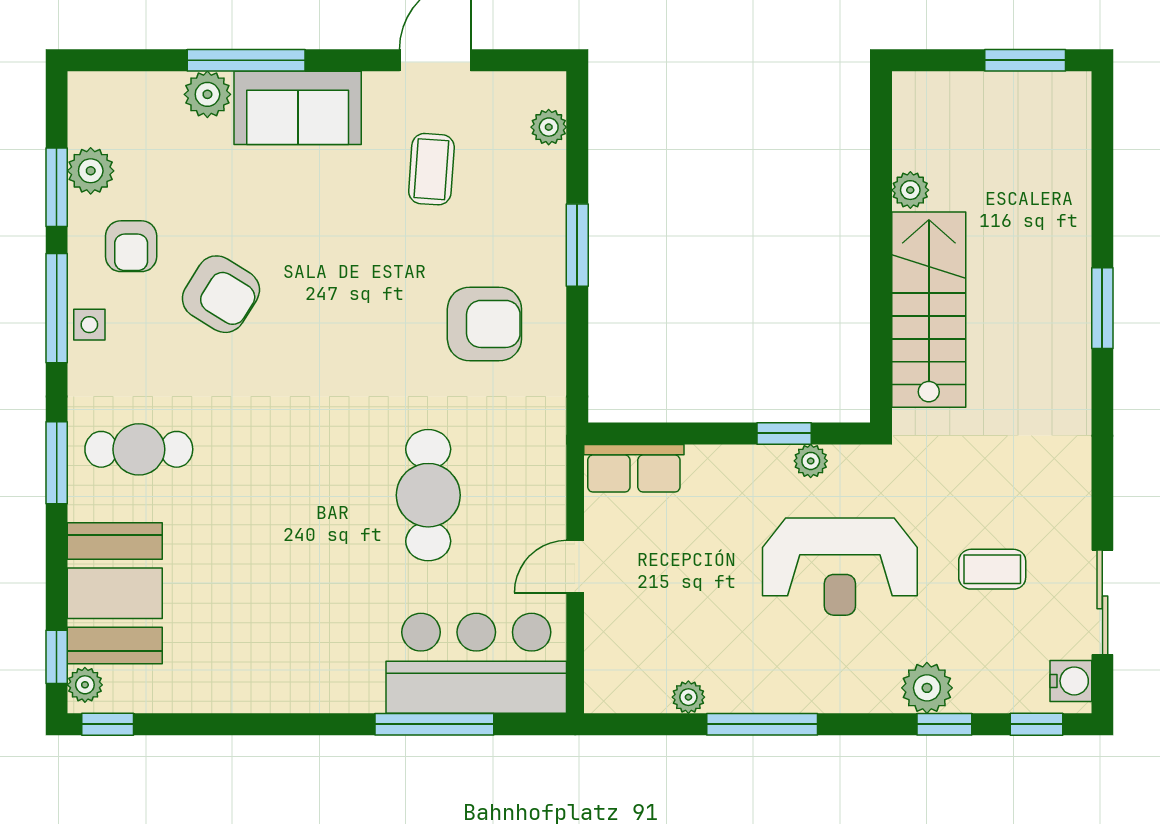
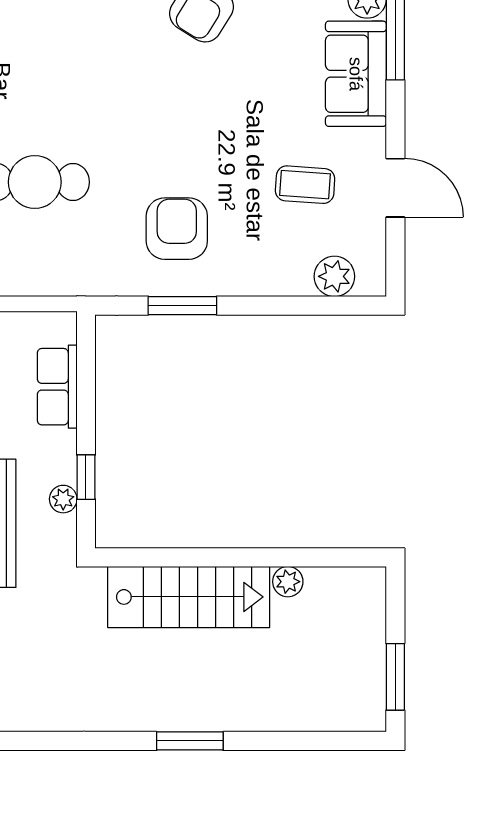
plant: (549, 127) -> (334, 276), width x1.38, depth x1.38
window: (577, 245) -> (182, 306), moved
armchair: (484, 324) -> (177, 229), turned 180
row of seats: (634, 468) -> (57, 387), moved

